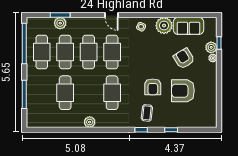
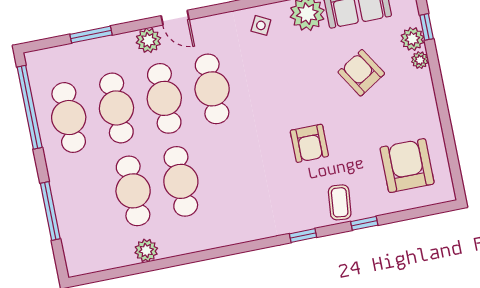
door: (111, 15) -> (175, 18), moved
plant: (60, 23) -> (148, 40), moved
armchair: (183, 91) -> (407, 166), moved, turned 90
cafe table: (112, 93) -> (181, 181), moved
coffee table: (147, 113) -> (340, 202), moved
plant: (90, 122) -> (146, 250), moved

